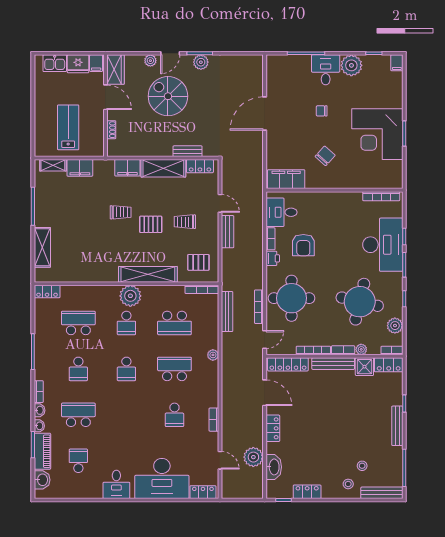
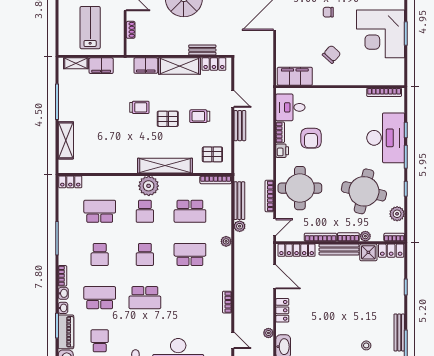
plant: (227, 339) -> (240, 226), added
school desk: (174, 415) -> (145, 298), moved, width x1.85
bench: (397, 426) -> (399, 332), moved
plant: (253, 457) -> (268, 333), width x0.53, depth x0.53

